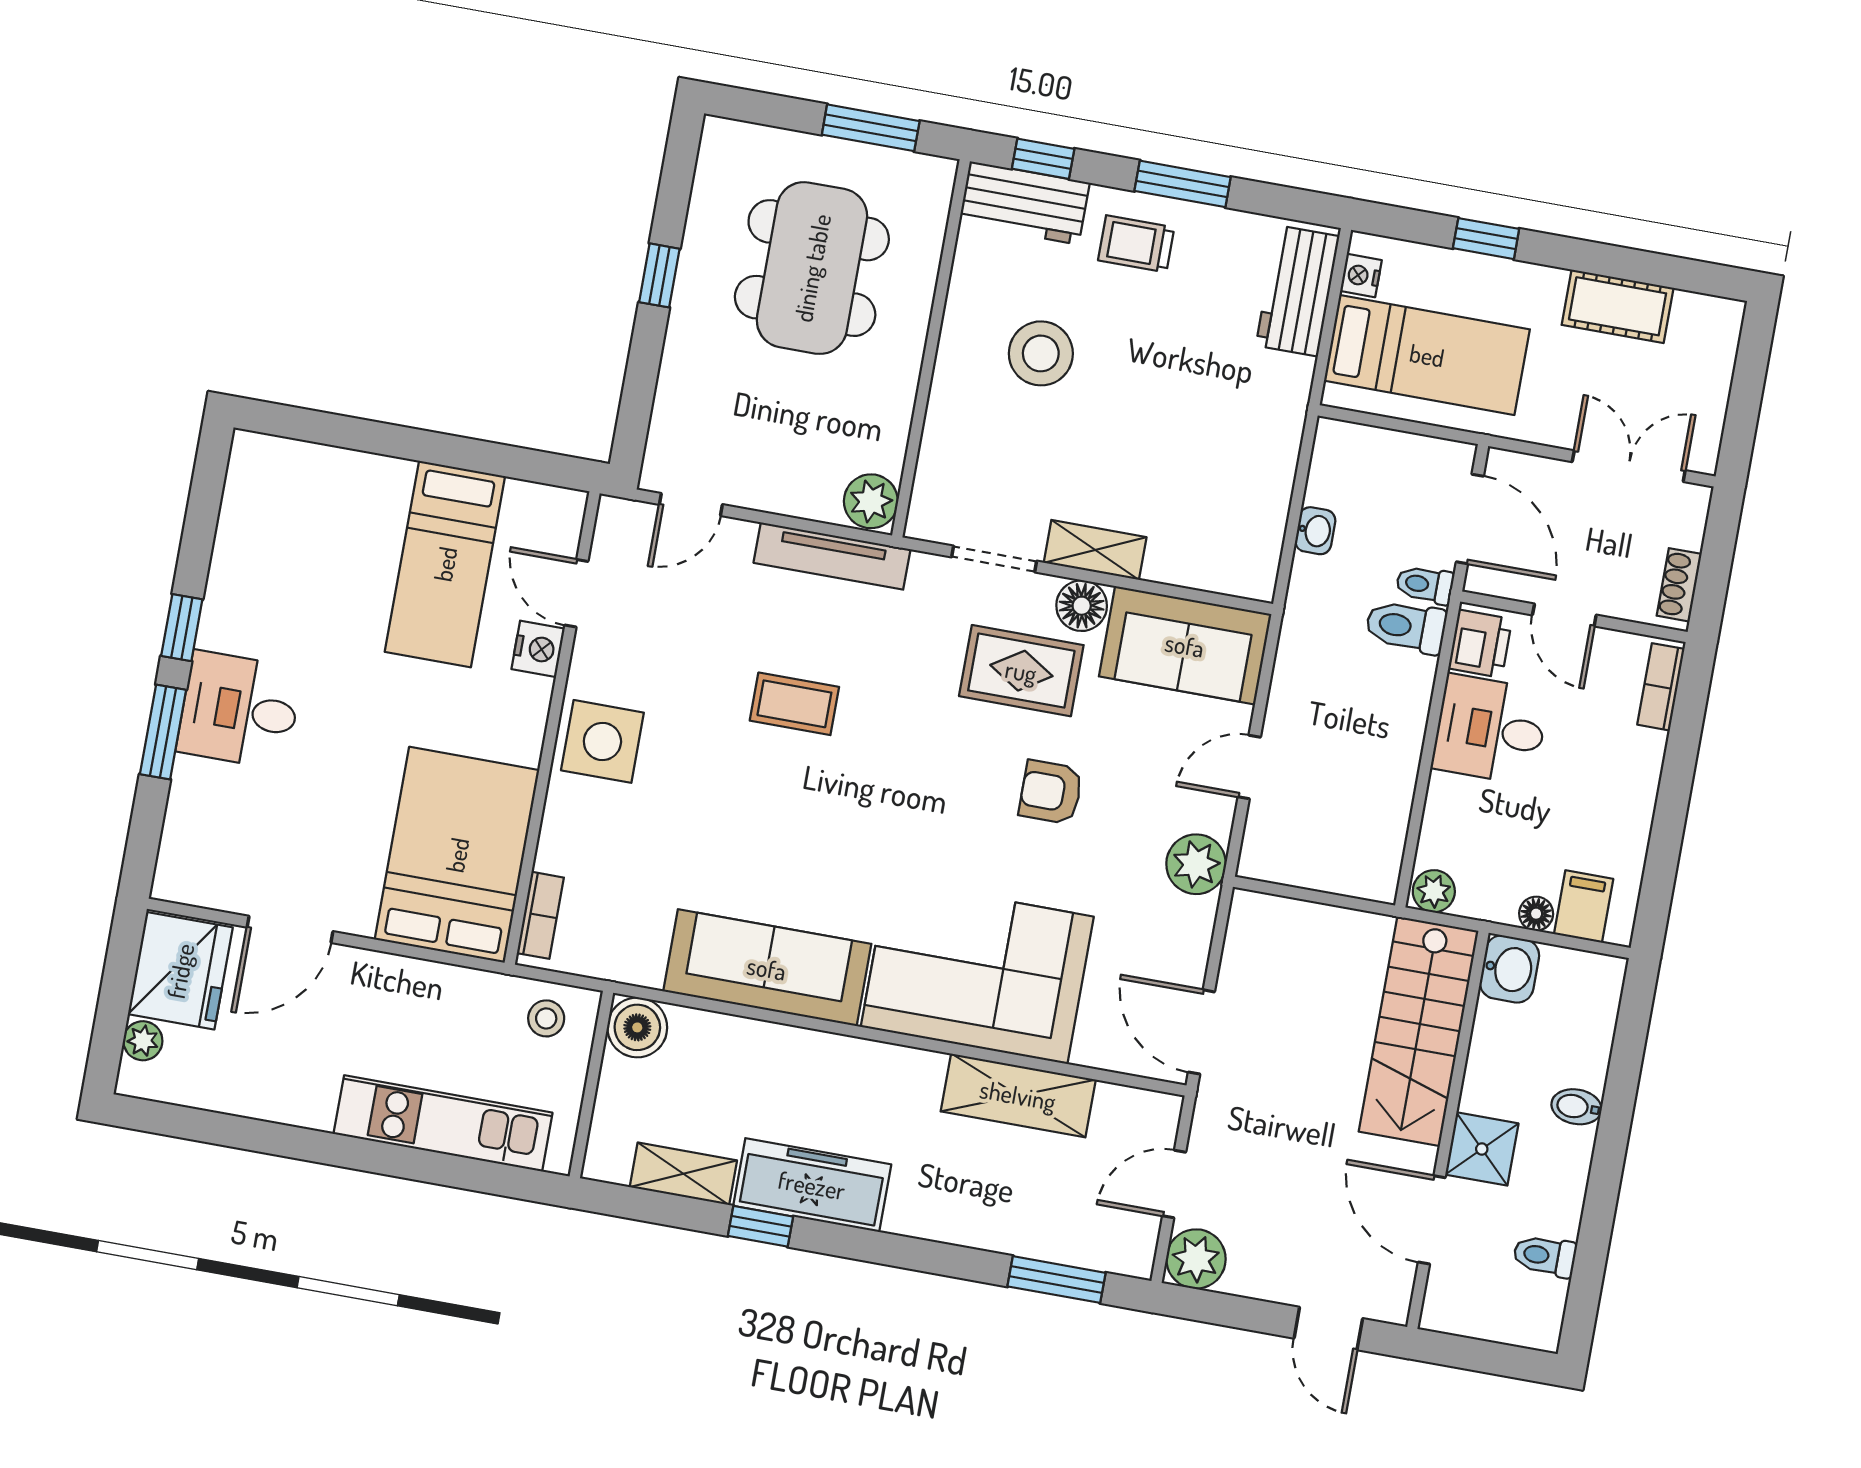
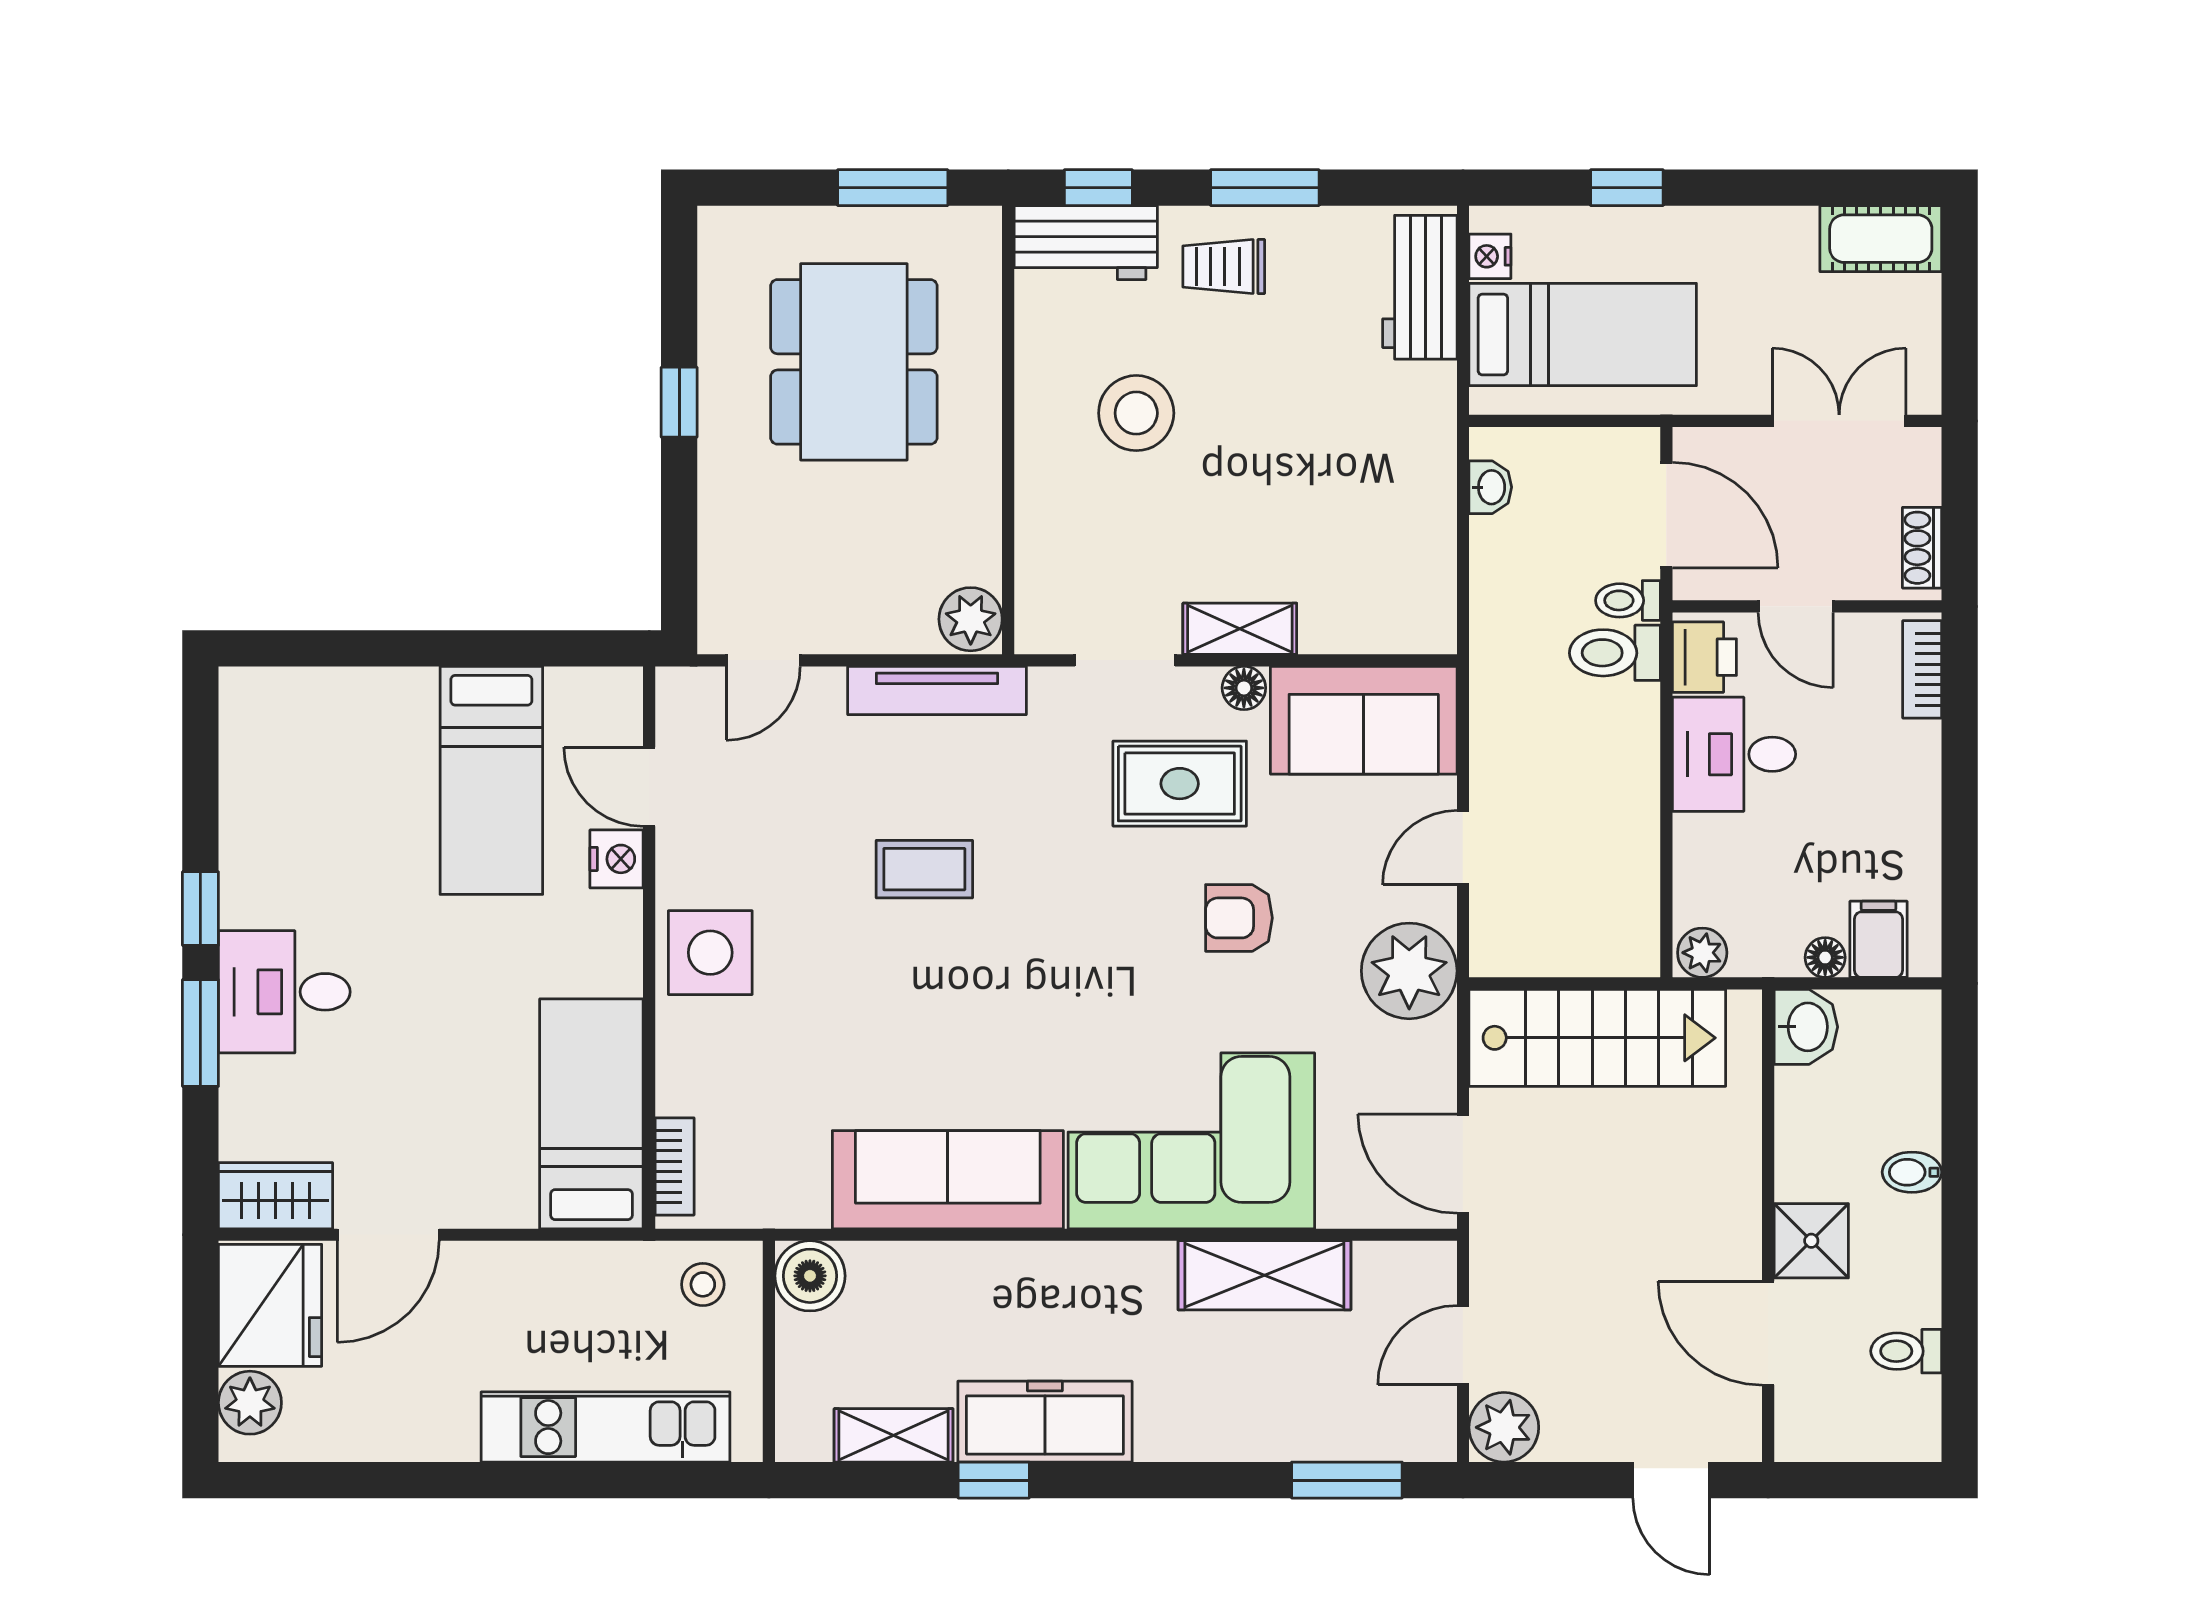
cot: (1618, 306) -> (1881, 239), moved
washbasin: (1315, 531) -> (1490, 487), moved
floor lamp: (1082, 606) -> (1244, 688), width x0.73, depth x0.73
bed: (457, 855) -> (591, 1114), width x0.67
plant: (1196, 864) -> (1409, 971), width x1.36, depth x1.36
wardrobe: (201, 880) -> (275, 1196), added
stairs: (1419, 1031) -> (1597, 1038), moved, turned -90
plant: (143, 1041) -> (250, 1403), width x1.38, depth x1.38

